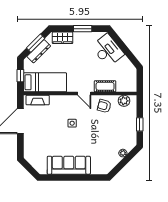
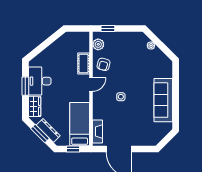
desk: (108, 50) -> (40, 81), moved, turned -51
window: (140, 124) -> (108, 29), moved

